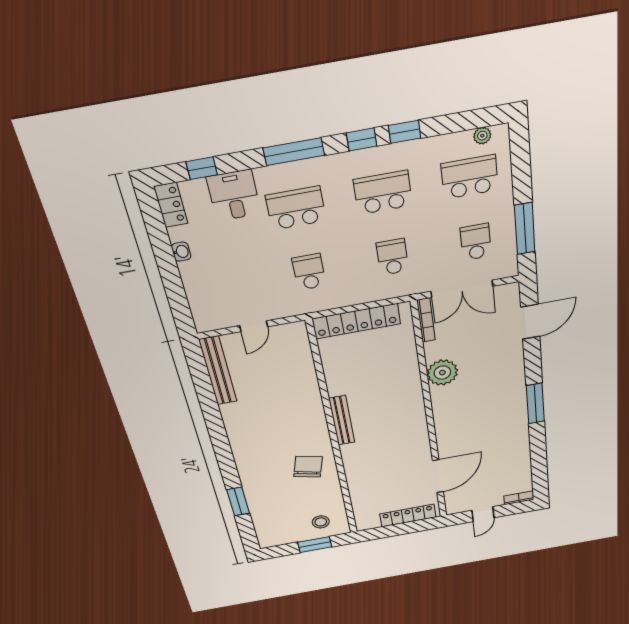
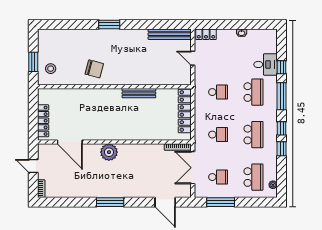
window: (202, 168) -> (282, 67), moved
locker: (171, 205) -> (206, 34), moved
plant: (442, 373) -> (109, 152), moved
bench: (342, 420) -> (139, 93), moved
window: (238, 501) -> (109, 24), moved

